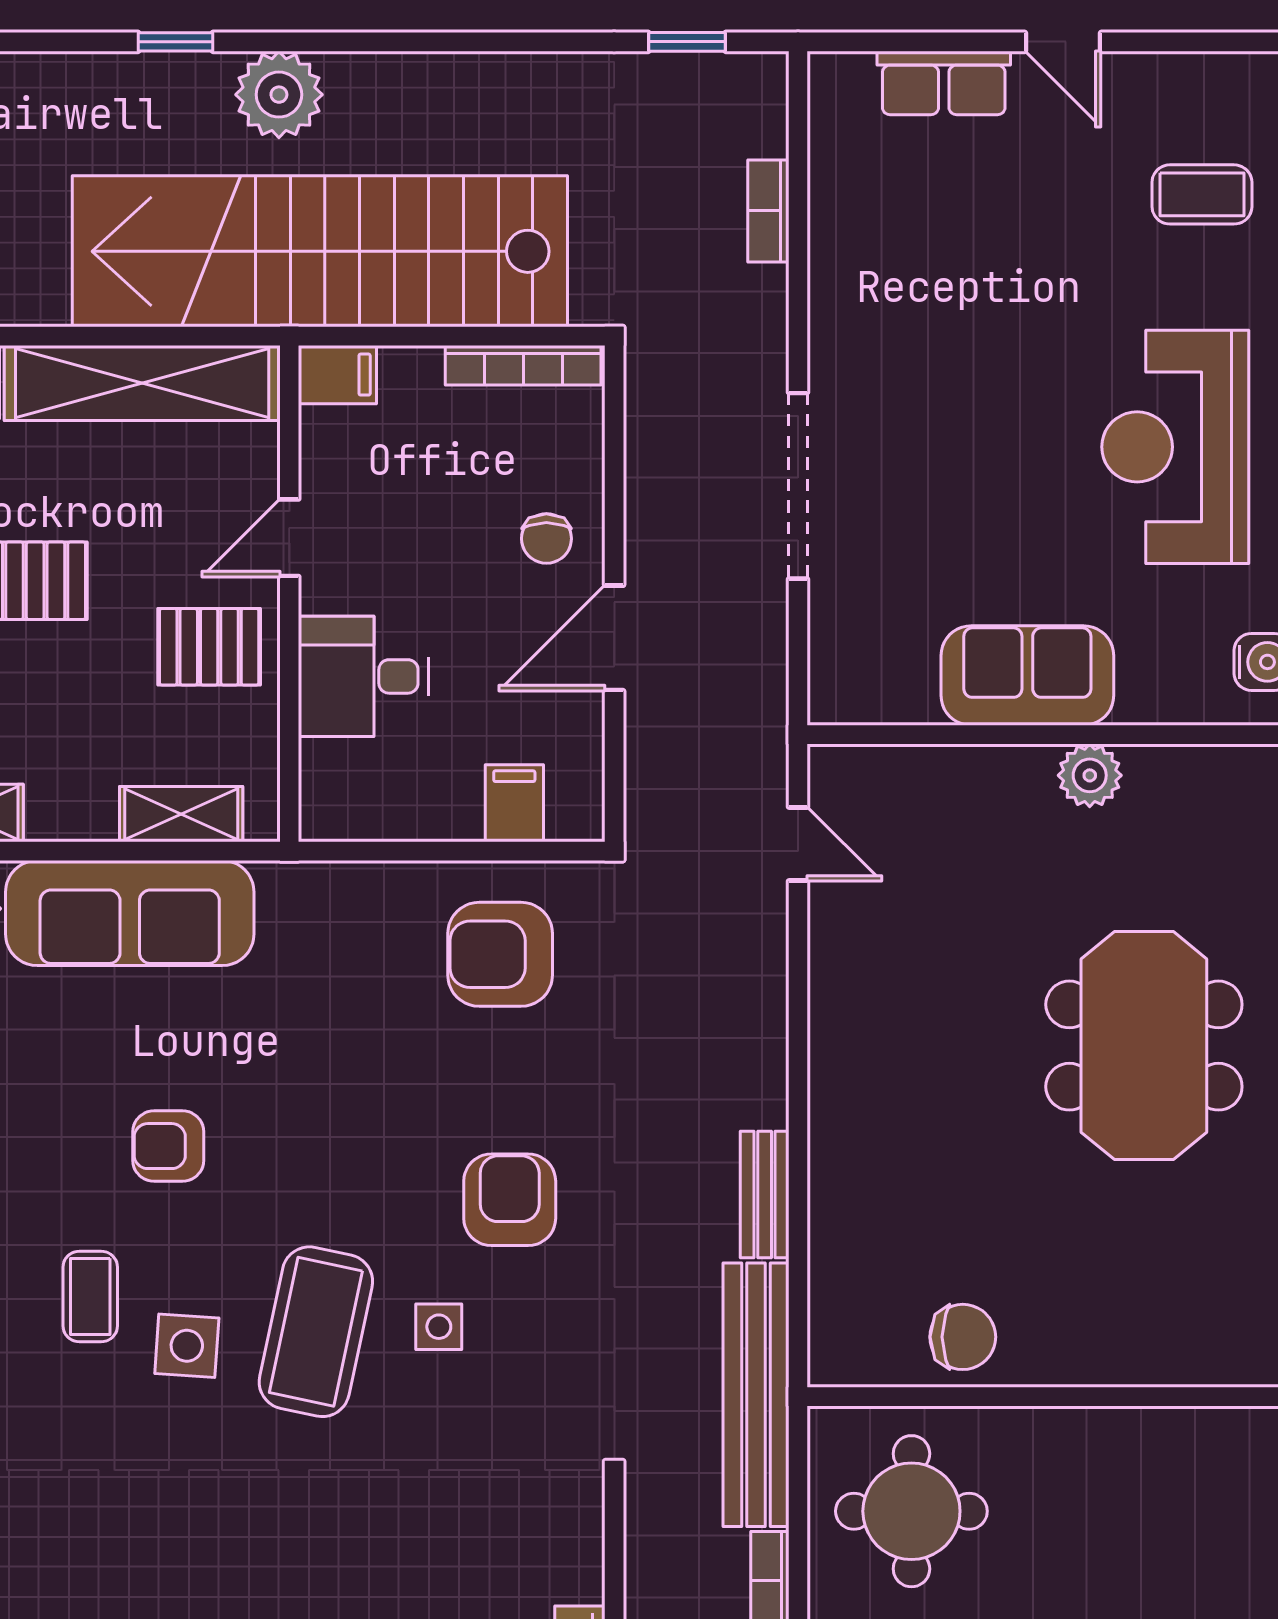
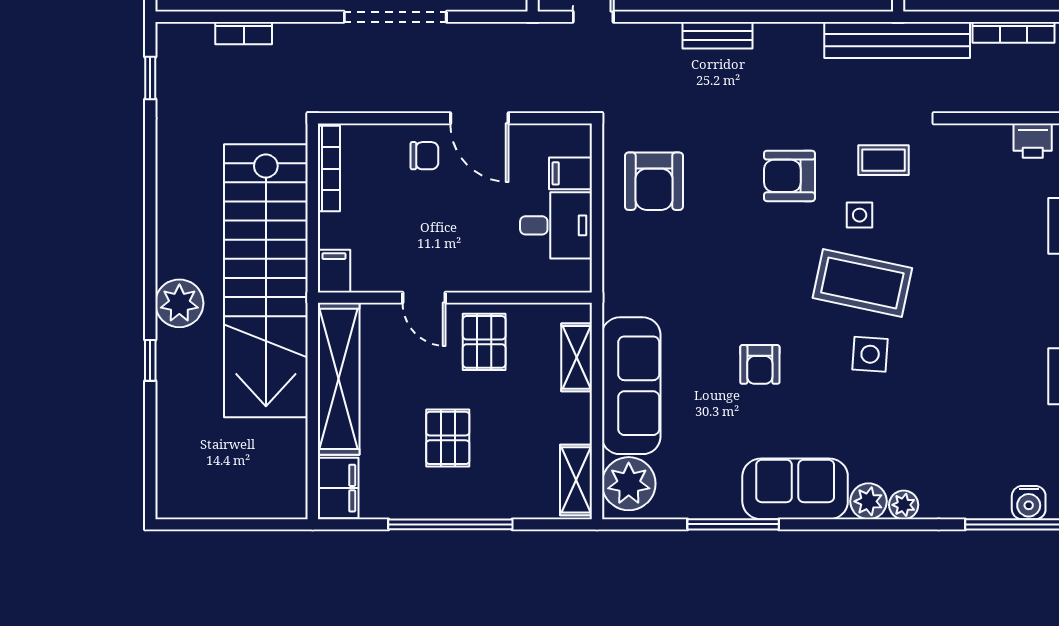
desk: (363, 676) -> (556, 225), moved, turned -90
bench: (765, 1195) -> (718, 35), moved
coffee table: (90, 1297) -> (884, 160), moved

